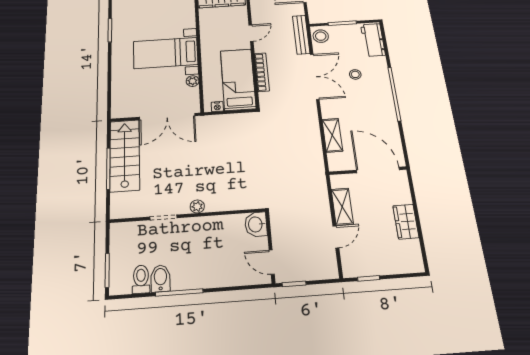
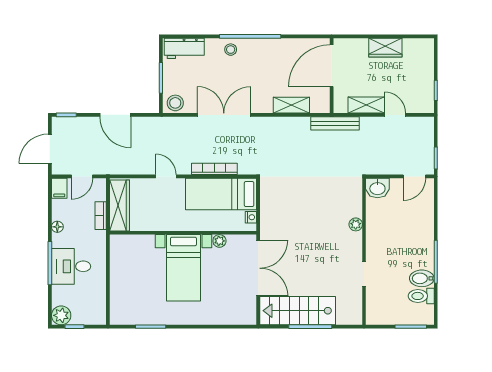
bench: (301, 35) -> (335, 123), moved
stool: (355, 74) -> (231, 50), moved
plant: (197, 207) -> (356, 224), moved

